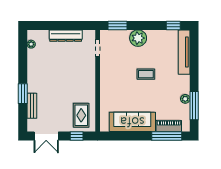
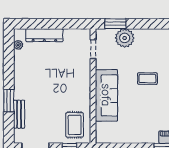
dresser: (66, 36) -> (44, 35), moved
plant: (138, 38) -> (125, 38), moved
sofa: (132, 122) -> (106, 95), moved, turned 90

